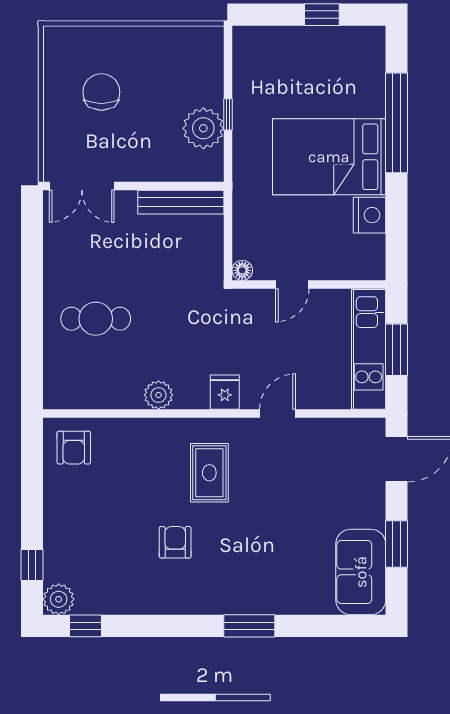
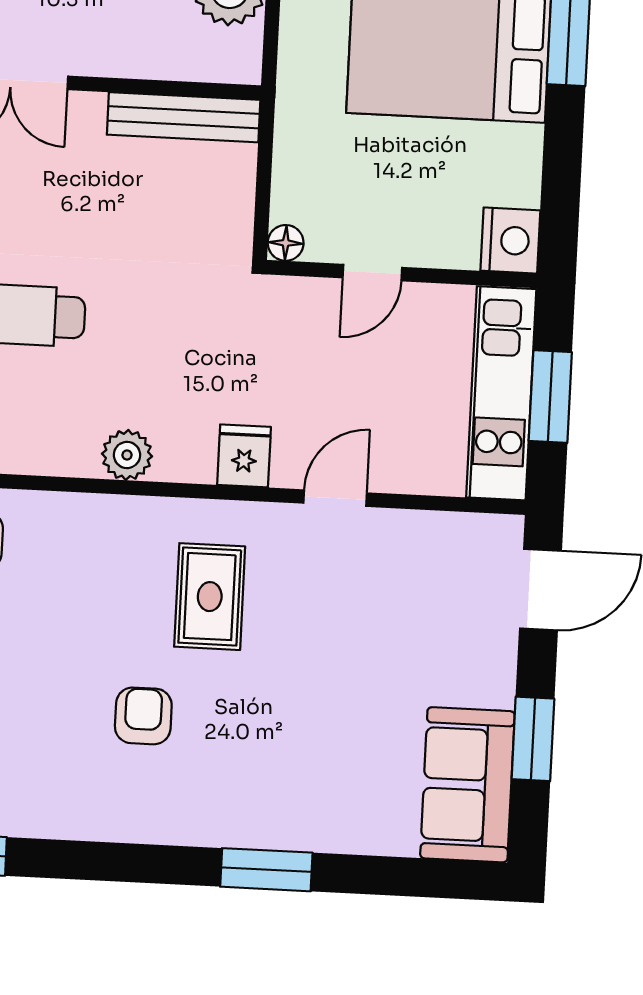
nightstand: (369, 215) -> (510, 241), moved

